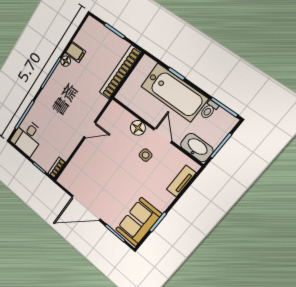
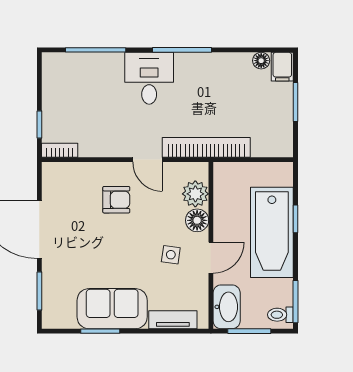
filing cabinet: (75, 52) -> (282, 67), moved
floor lamp: (66, 61) -> (261, 61), moved
bookcase: (120, 72) -> (206, 147), moved
toilet: (209, 110) -> (280, 315), moved
plant: (124, 118) -> (195, 194), added
desk: (27, 137) -> (149, 78), moved, turned 90
armchair: (98, 160) -> (116, 200), added
sofa: (138, 222) -> (112, 309), moved

